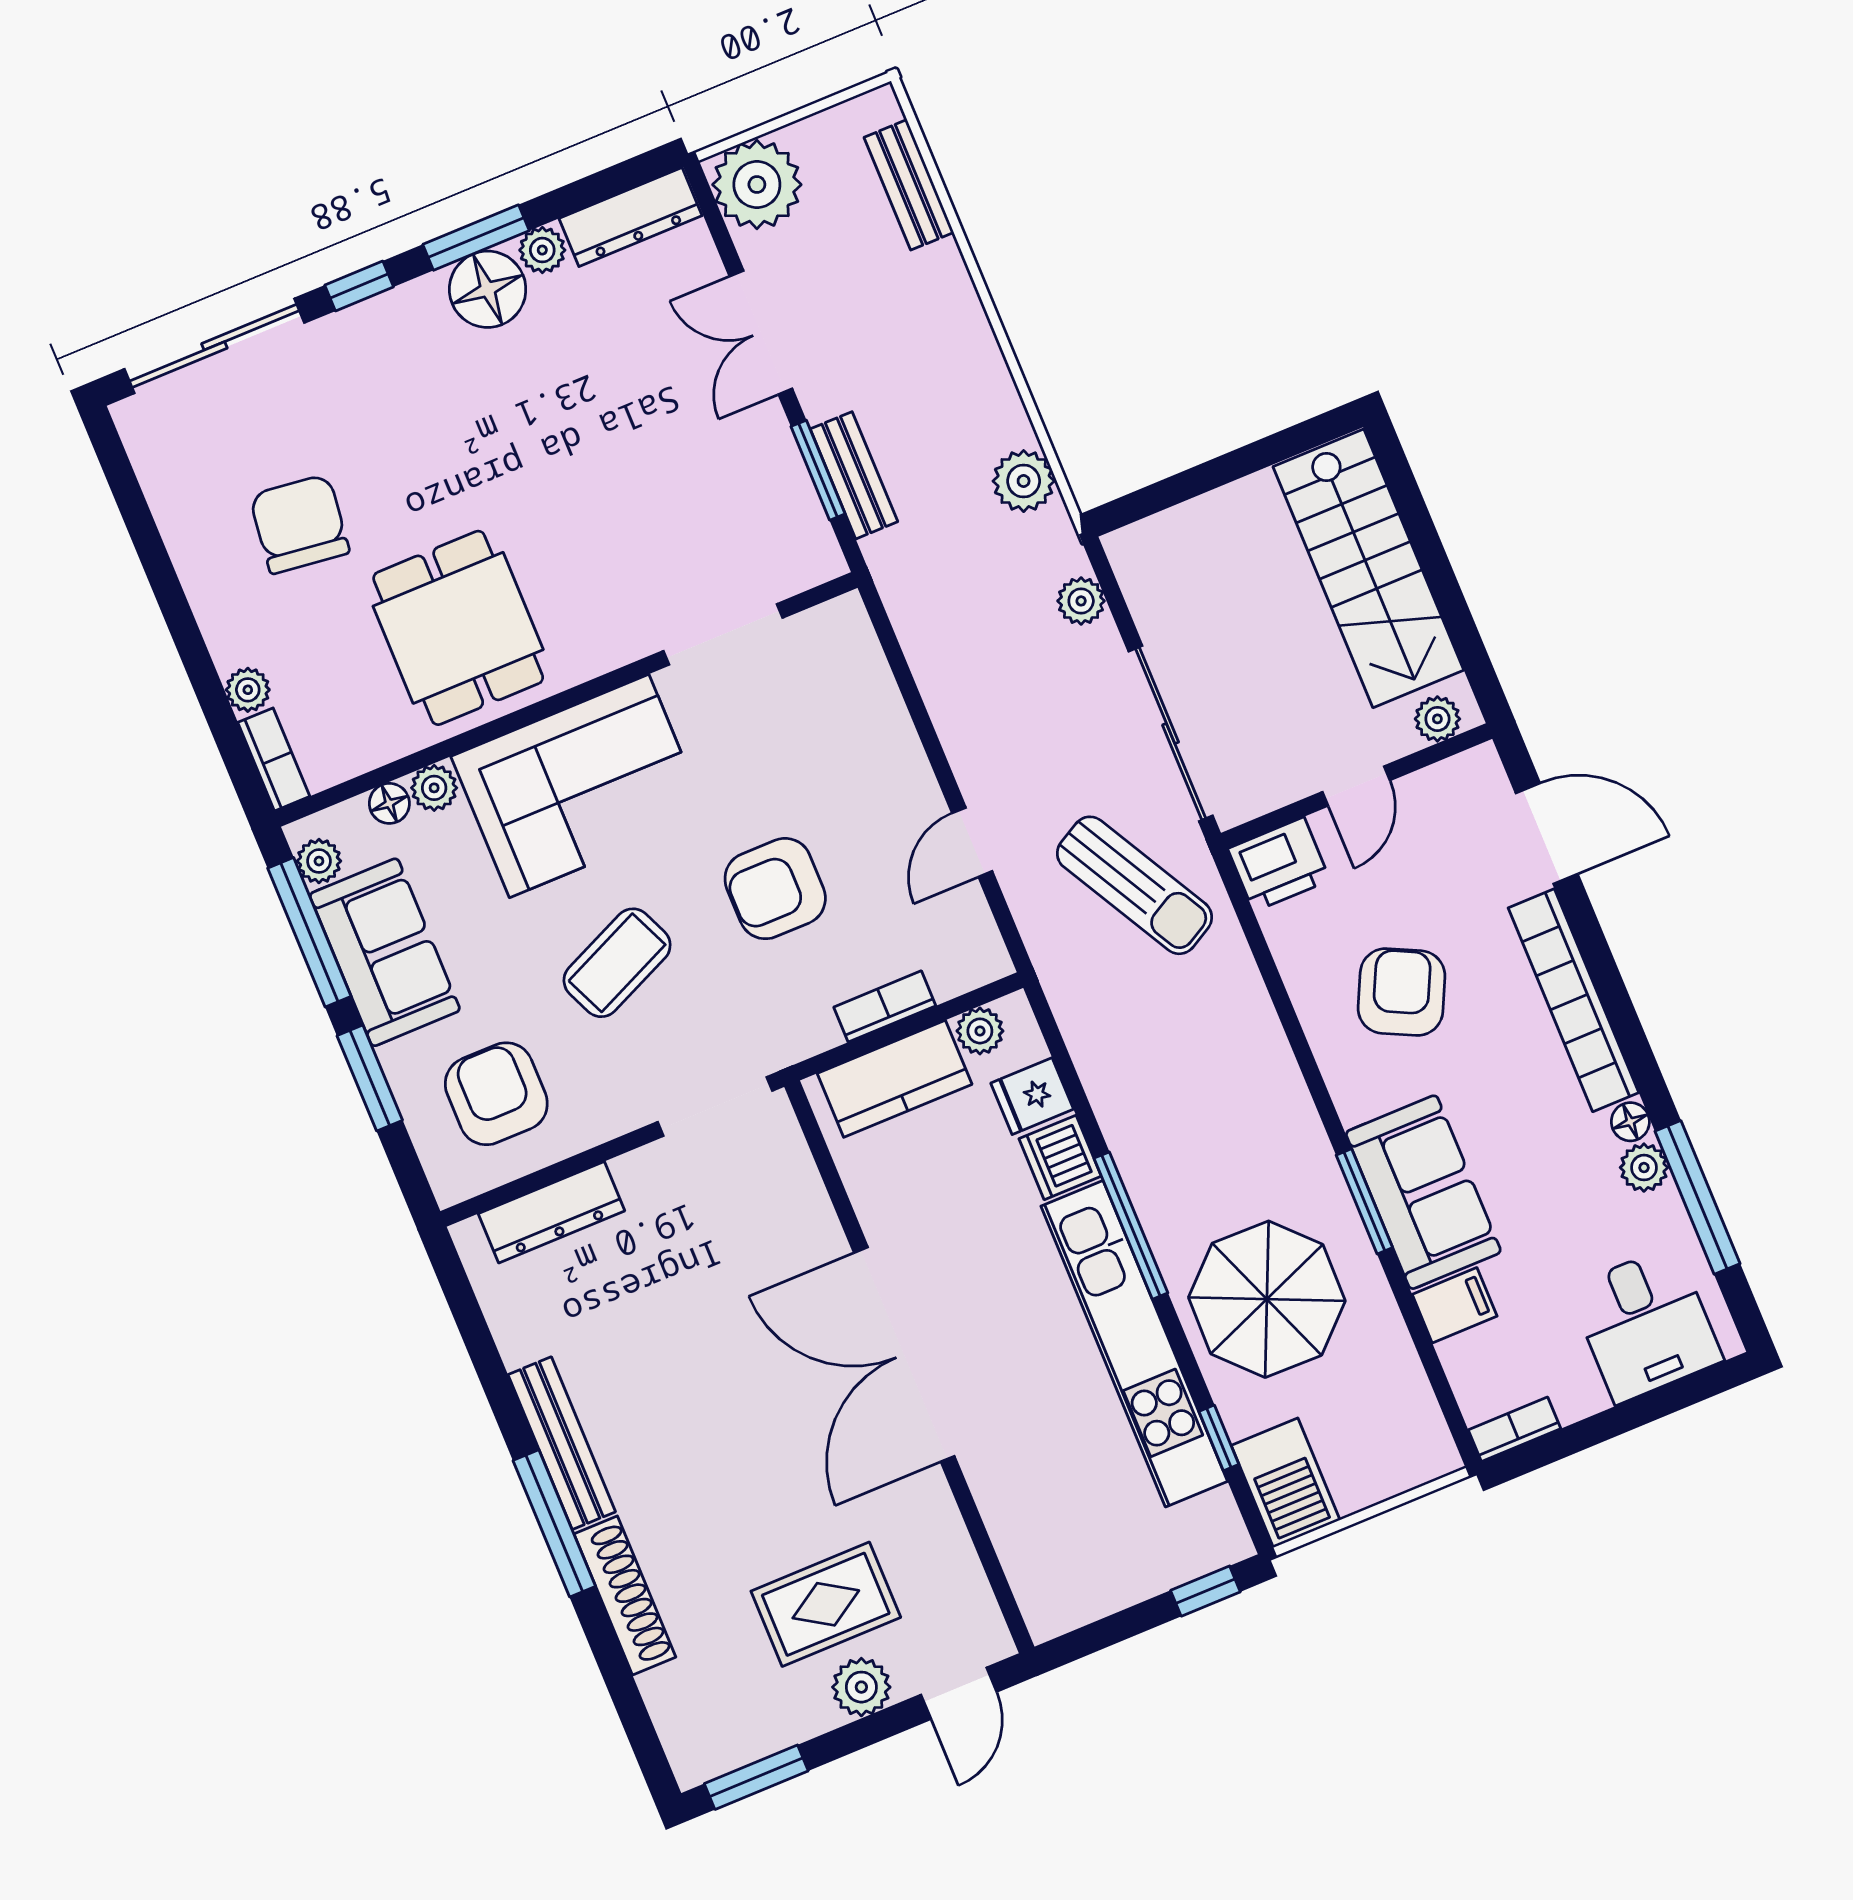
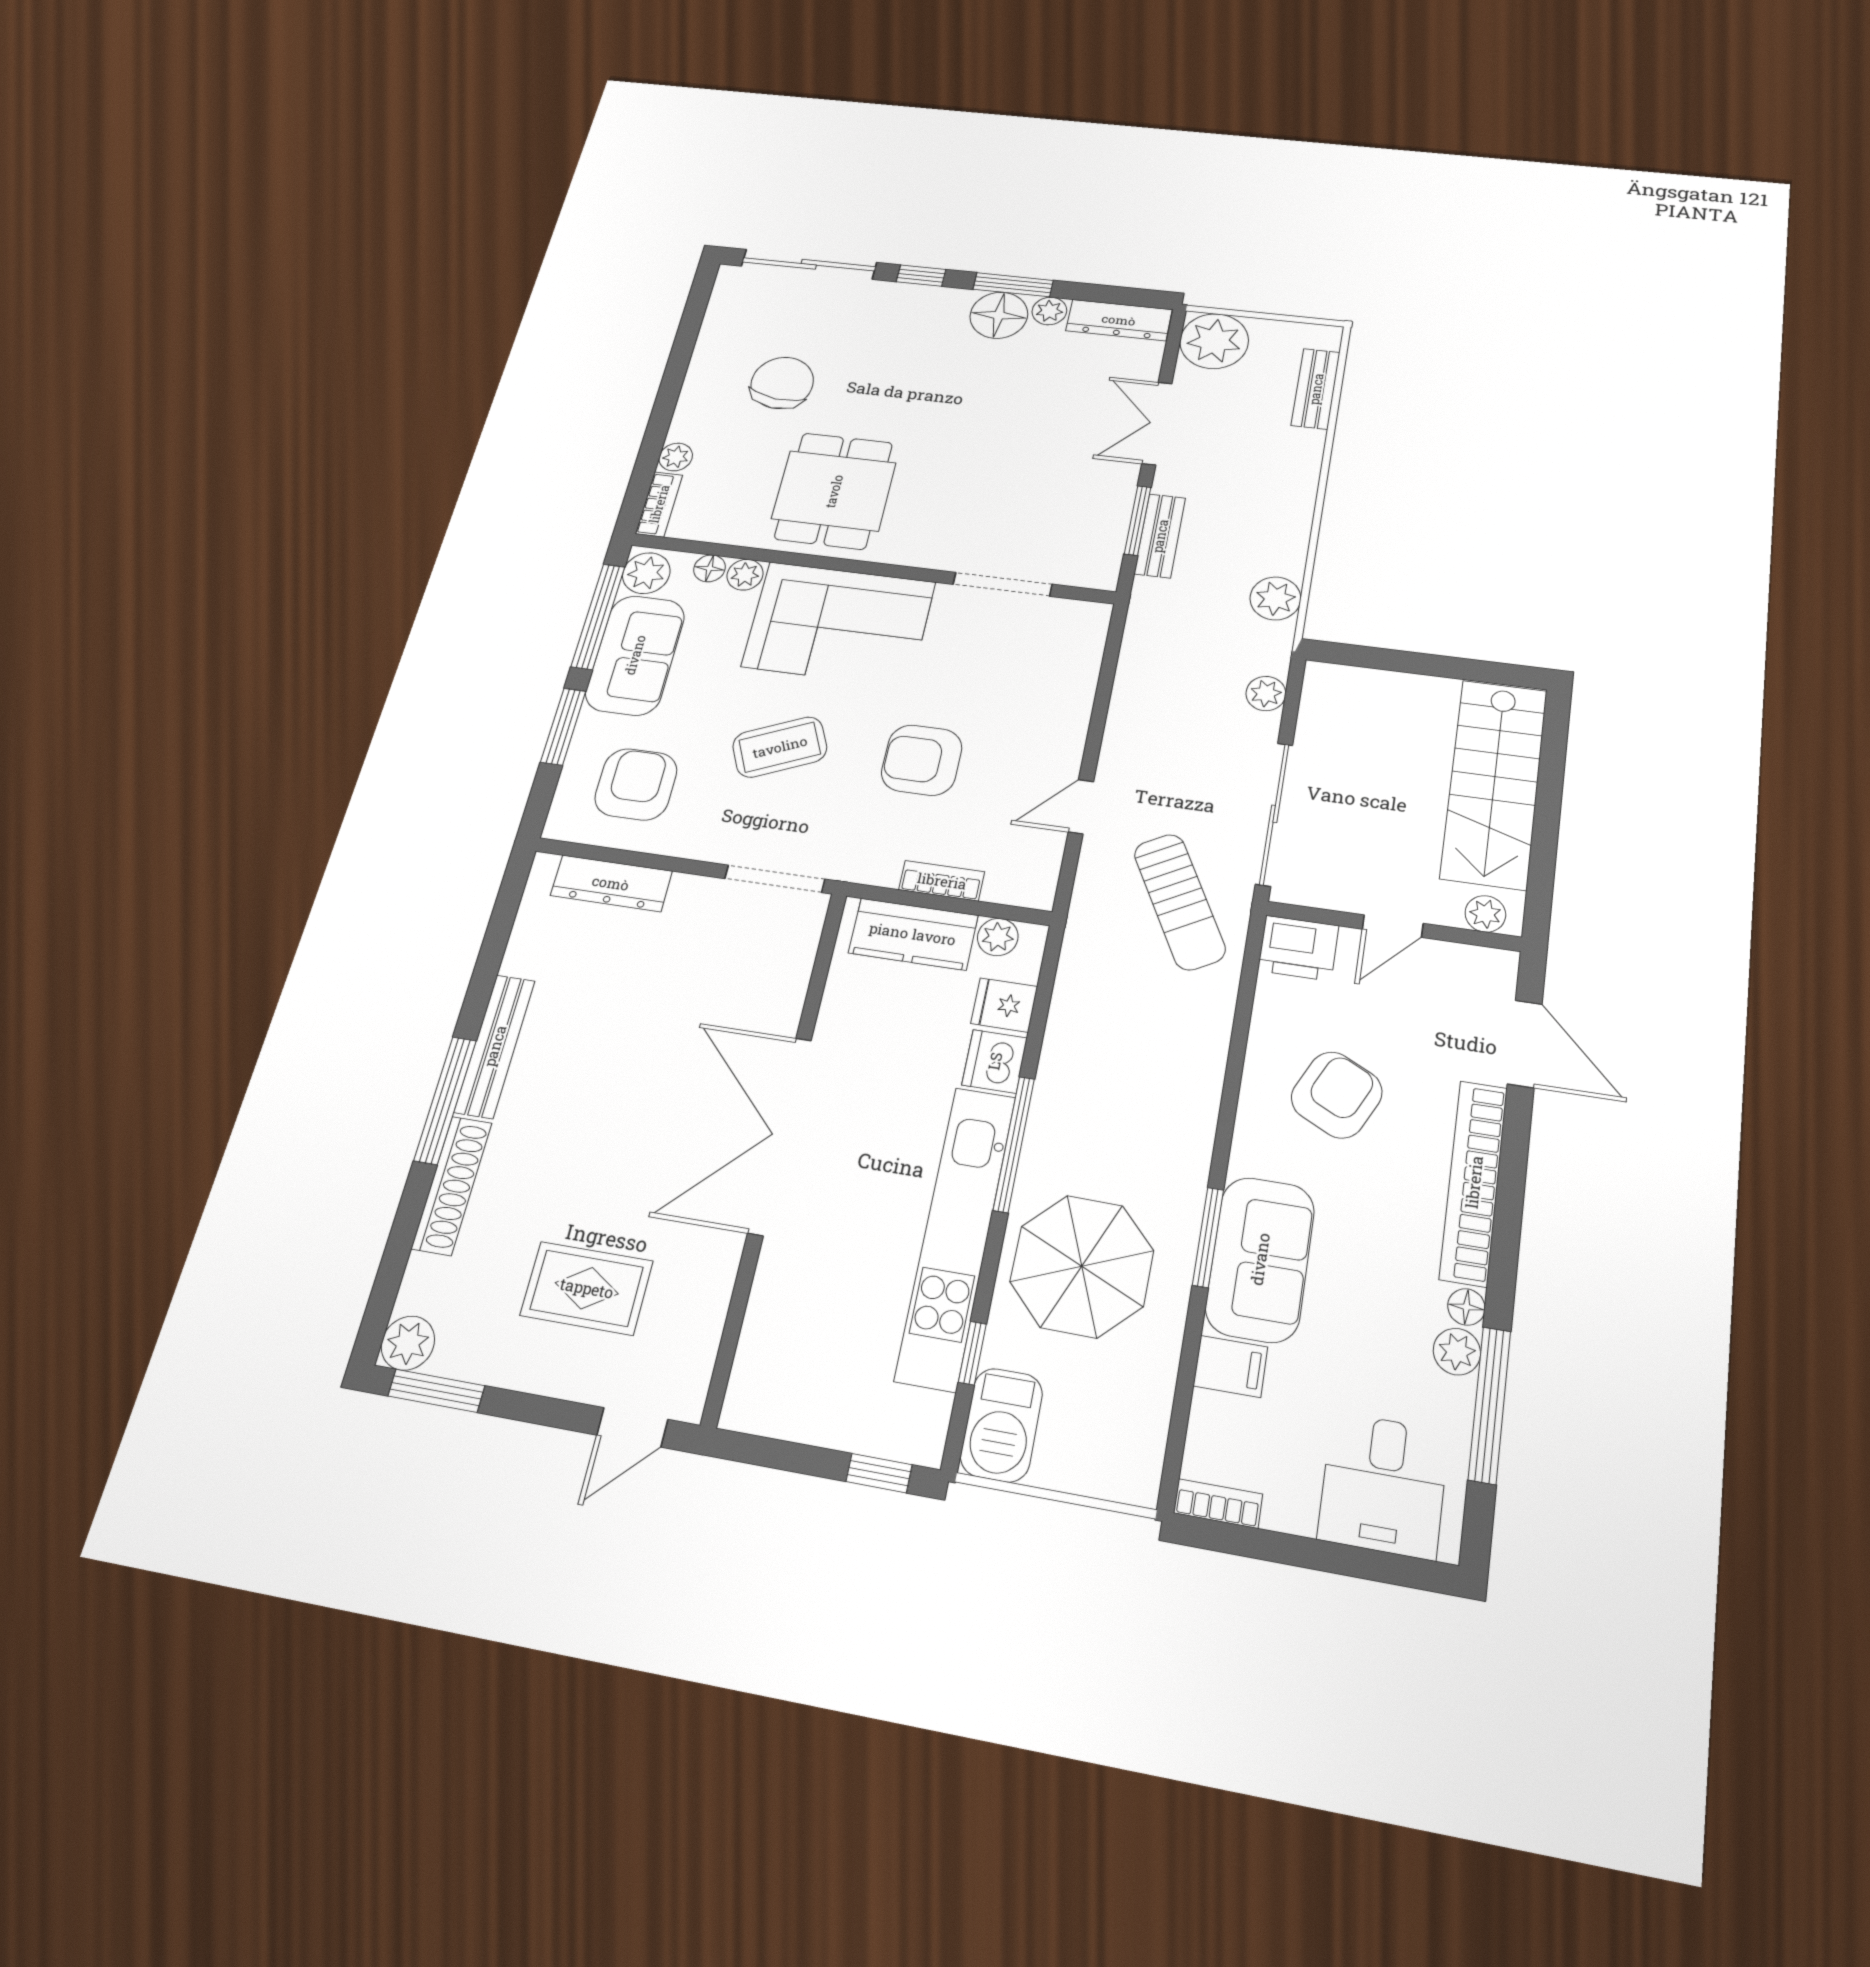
plant: (319, 861) -> (646, 573), width x1.38, depth x1.38
plant: (861, 1687) -> (408, 1343), moved

